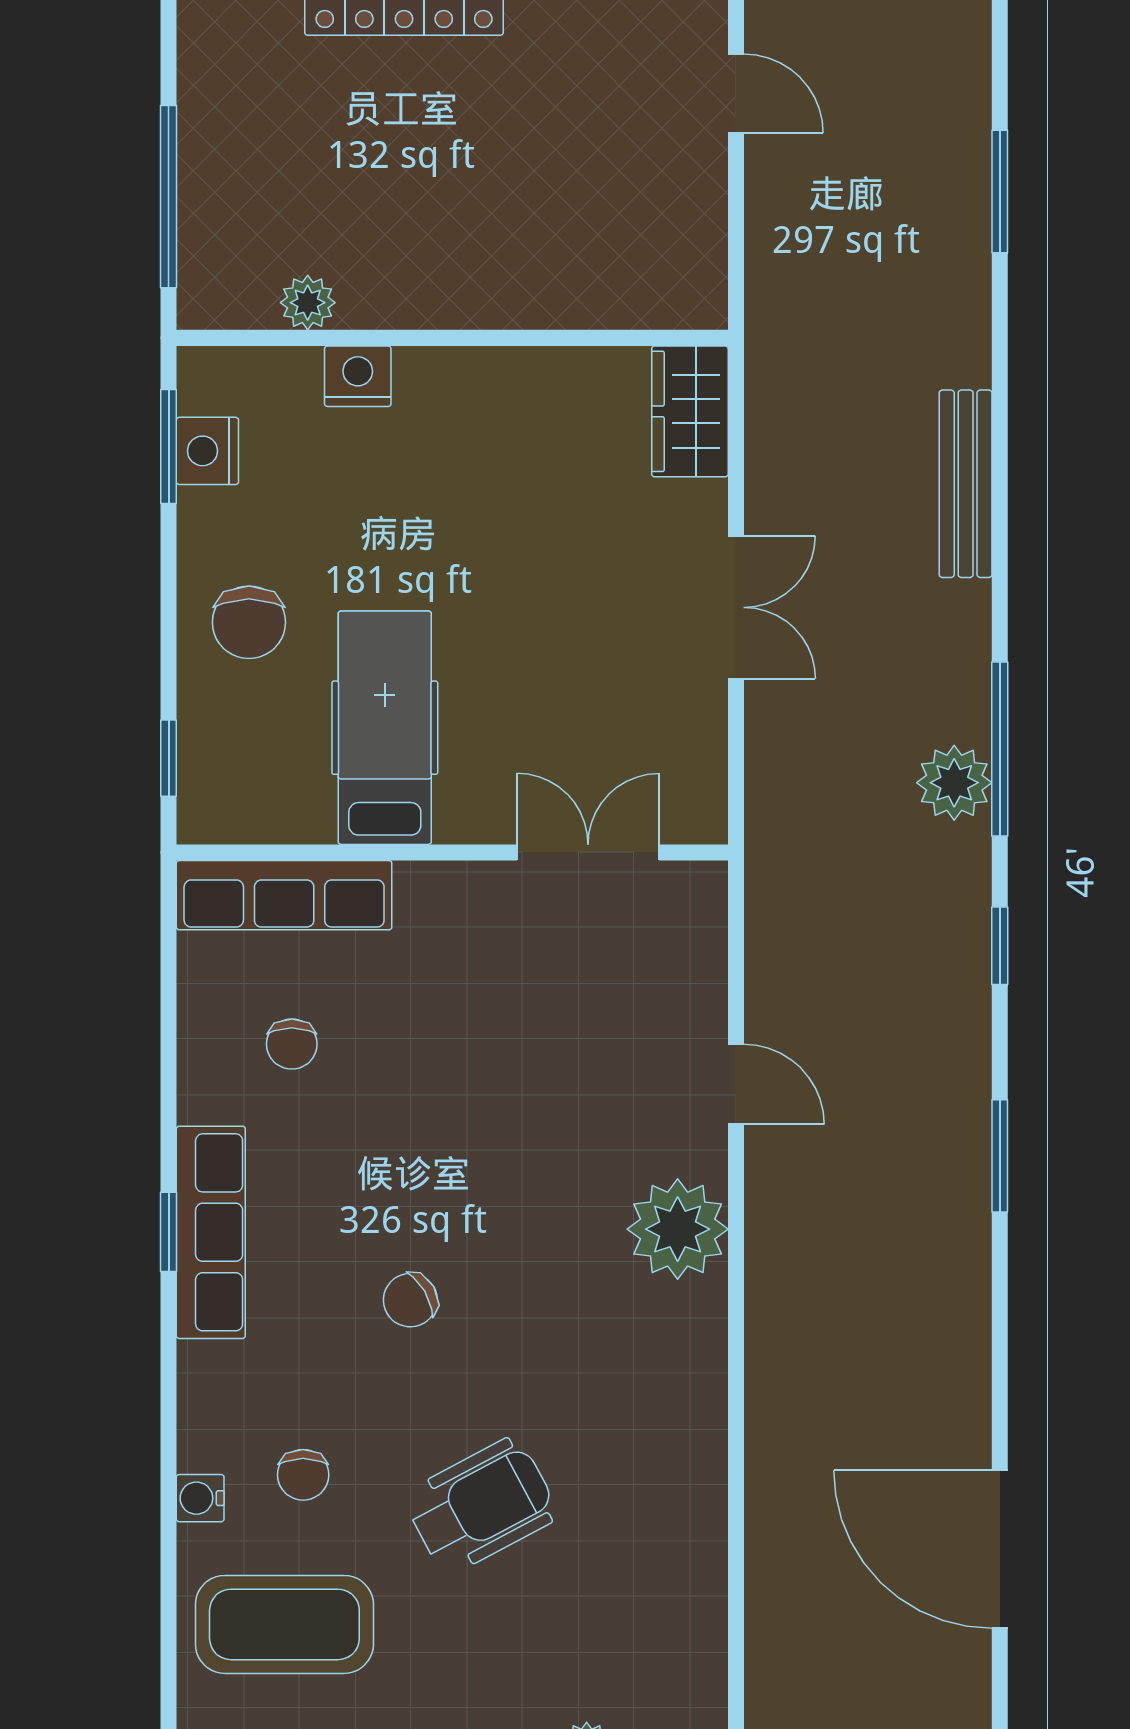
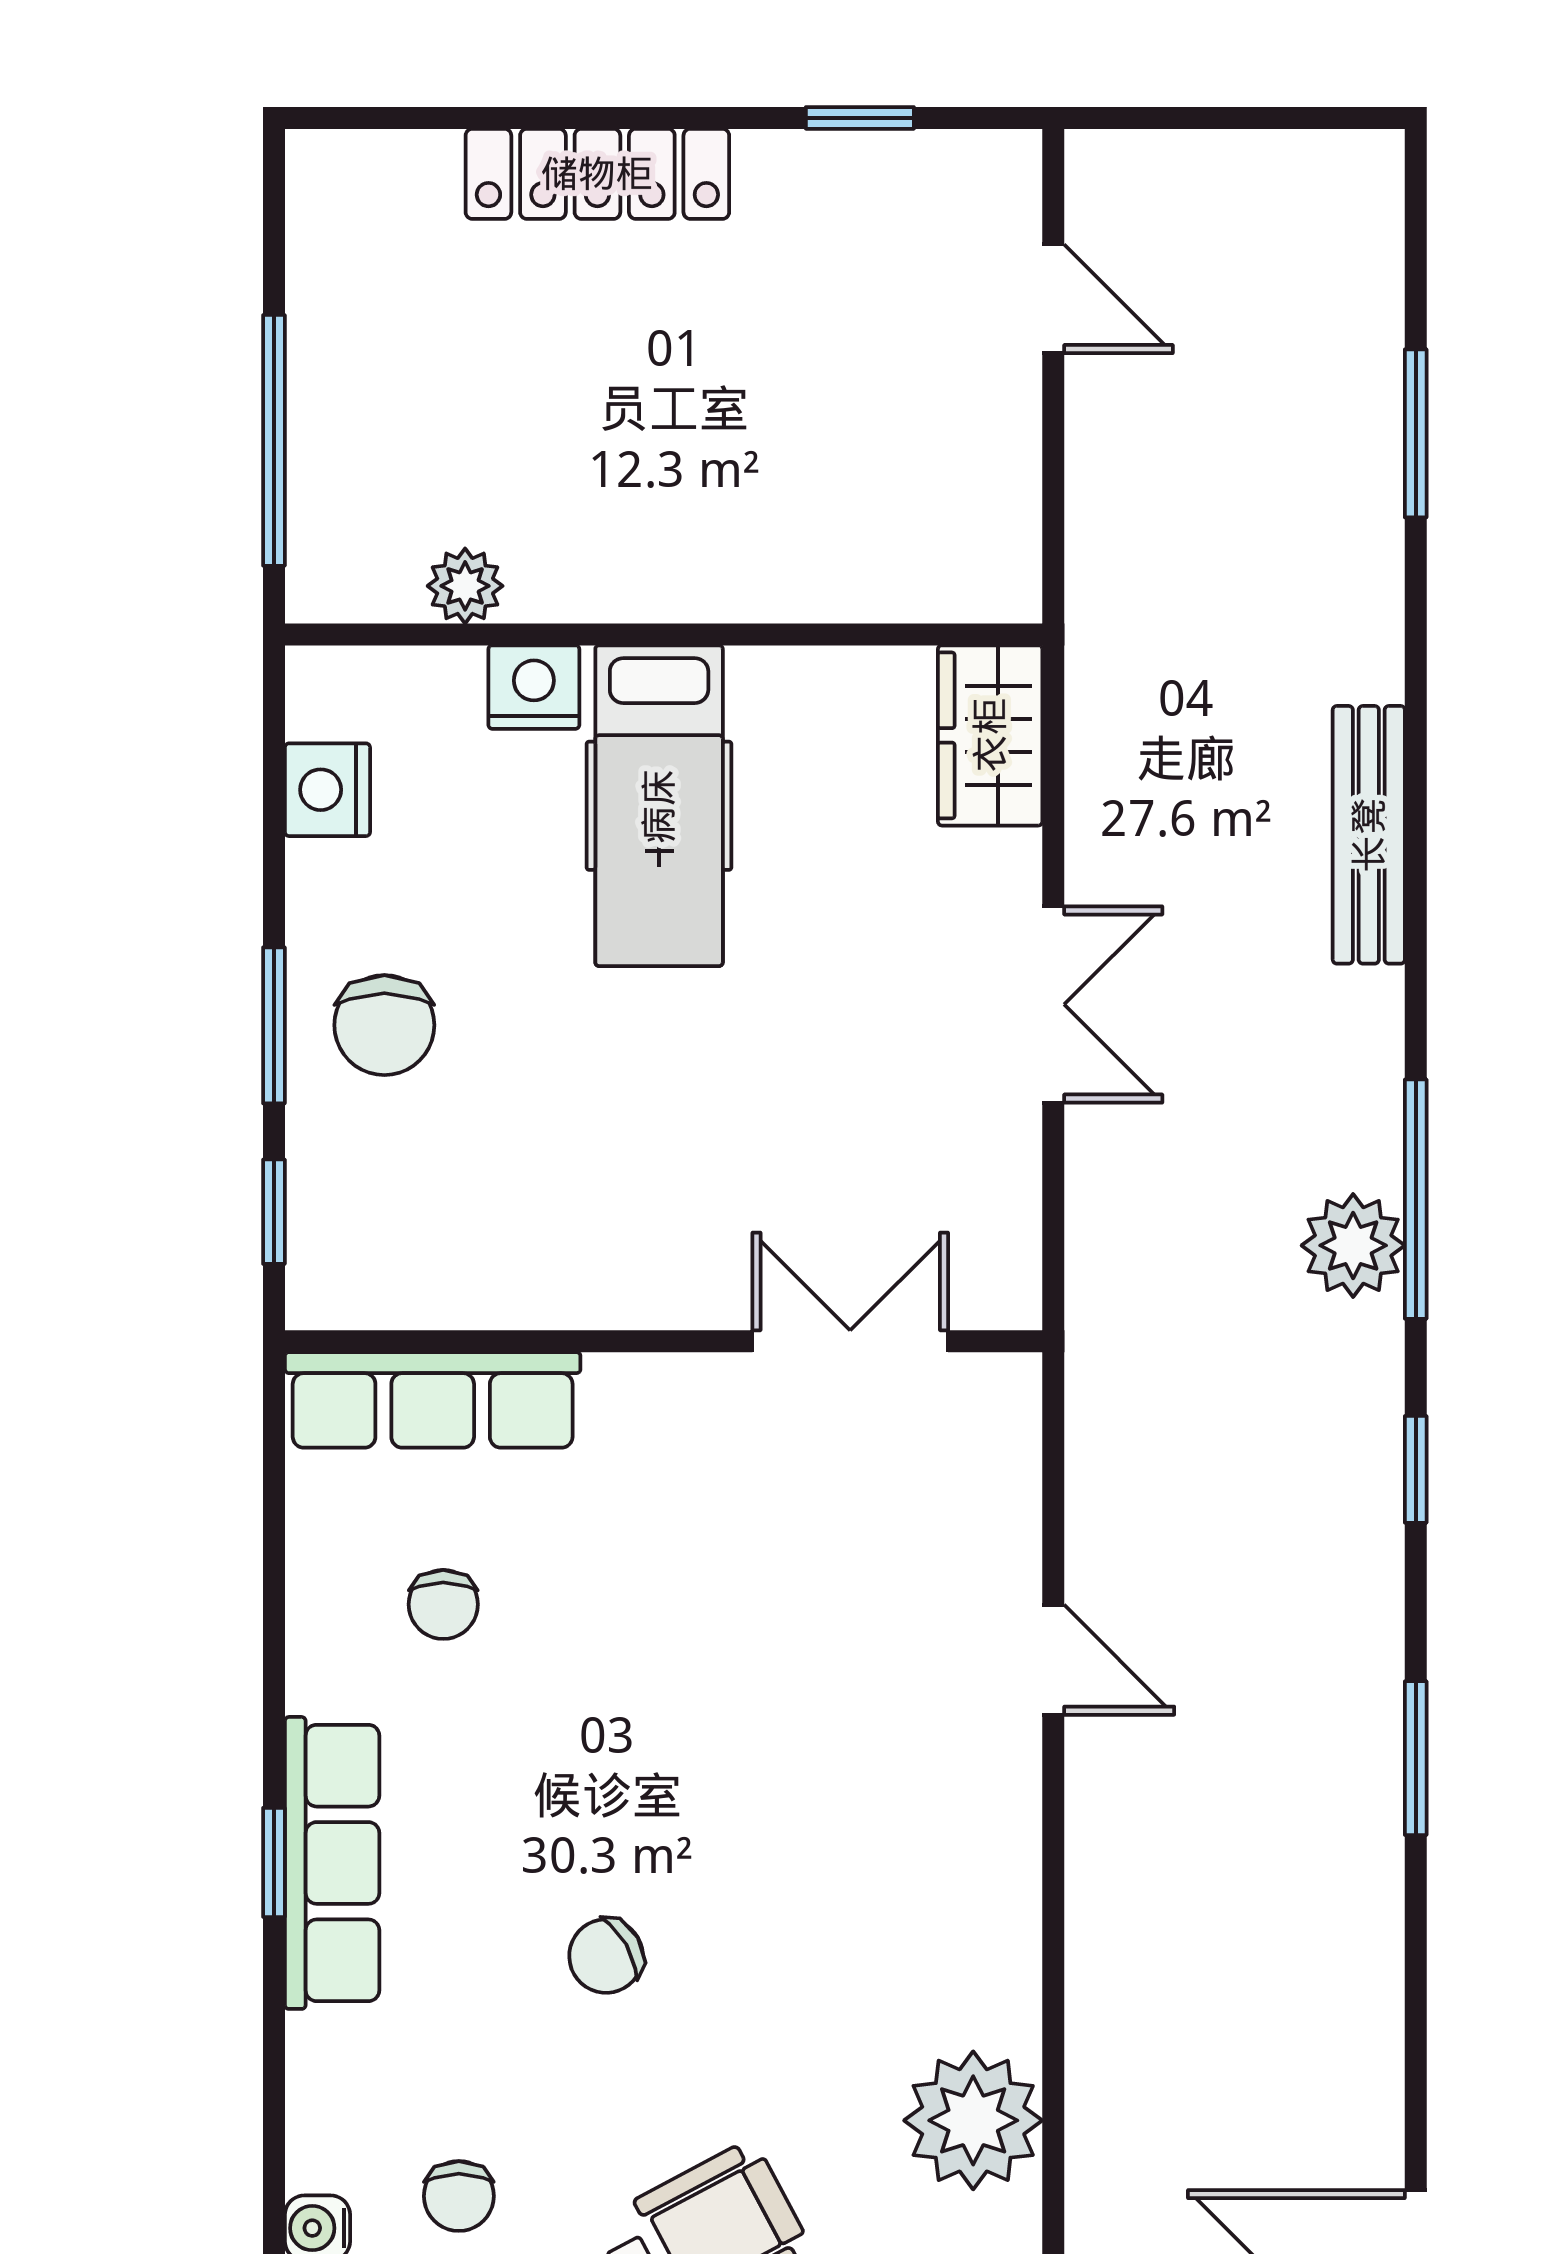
window: (169, 447) -> (274, 1025), moved
hospital bed: (385, 728) -> (659, 806), moved, turned 180
plant: (678, 1229) -> (973, 2120), moved

